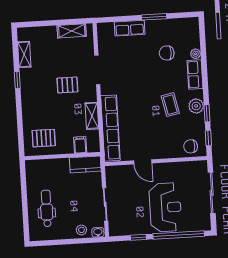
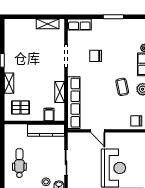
row of seats: (130, 28) -> (79, 24), moved
chair: (167, 53) -> (96, 56), moved
shelving: (24, 54) -> (9, 83), moved
pallet: (67, 85) -> (42, 67), removed
kitchen counter: (85, 164) -> (46, 130), width x1.50

